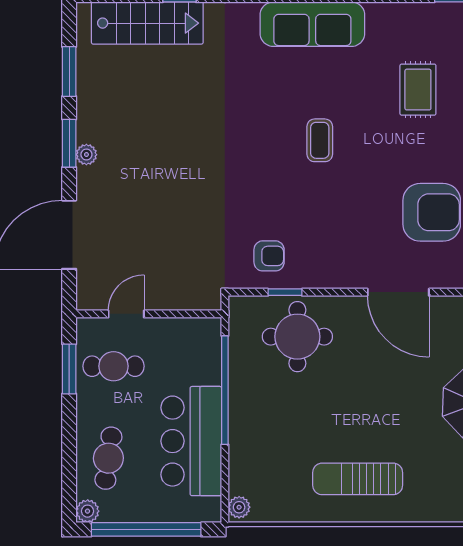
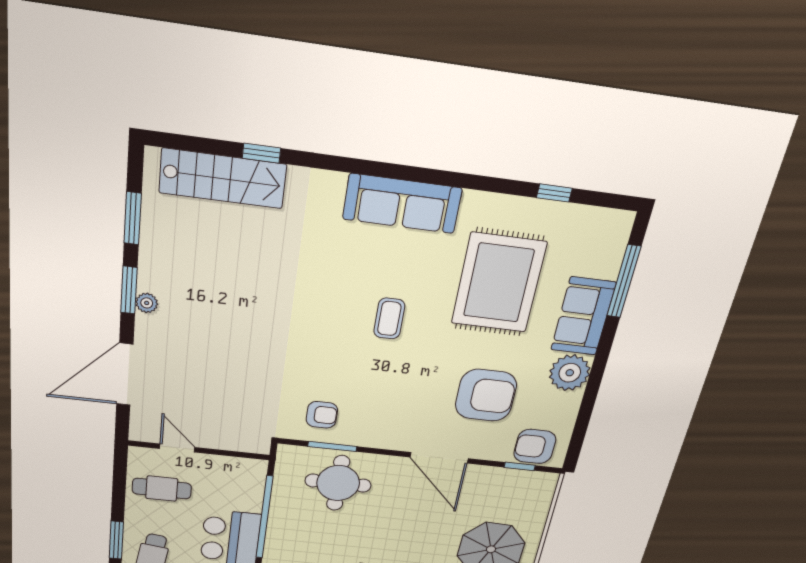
rug: (418, 90) -> (499, 283), width x1.86, depth x2.06
window: (285, 292) -> (332, 446), width x1.50
door: (126, 314) -> (177, 448), hinge flipped
window: (69, 369) -> (116, 540), moved

